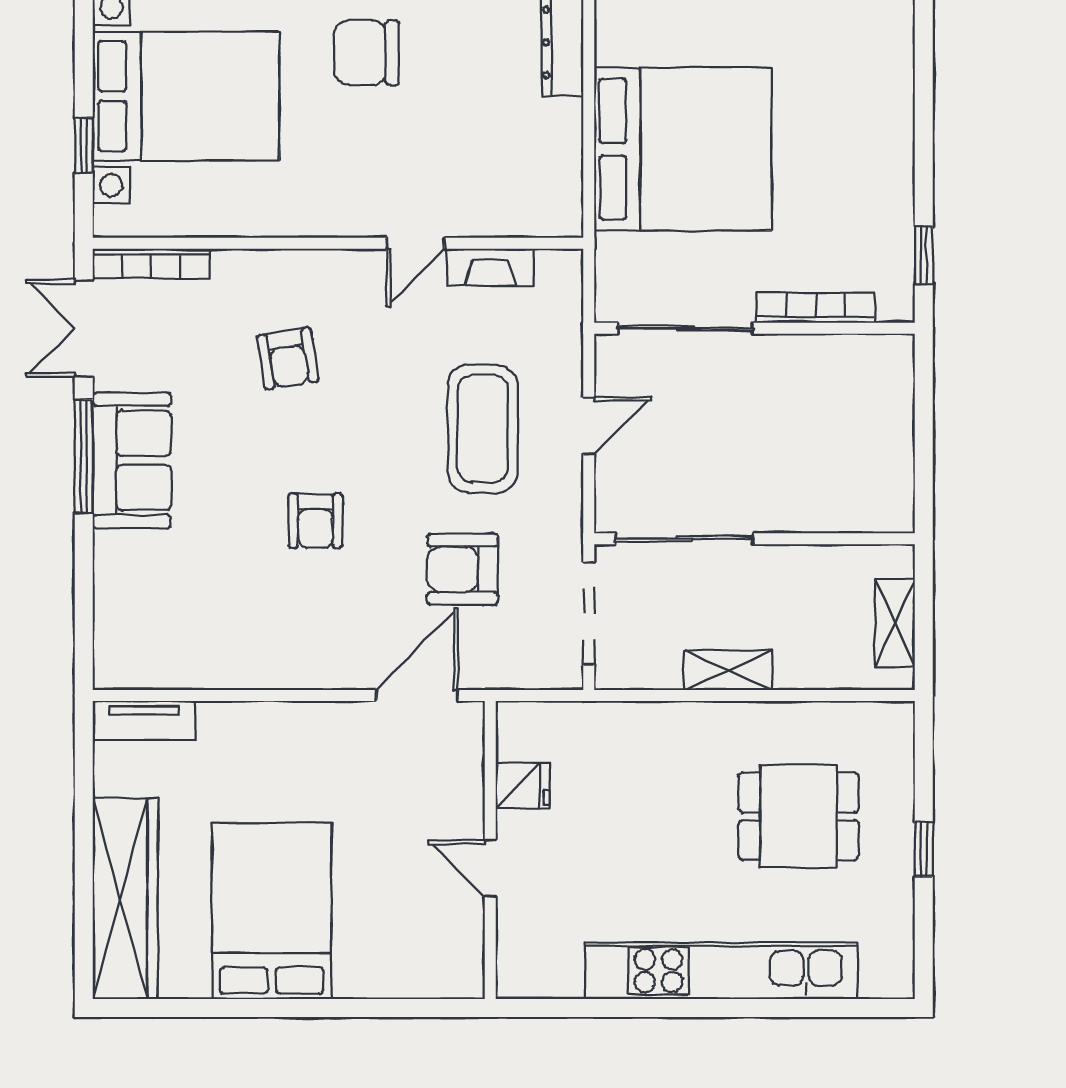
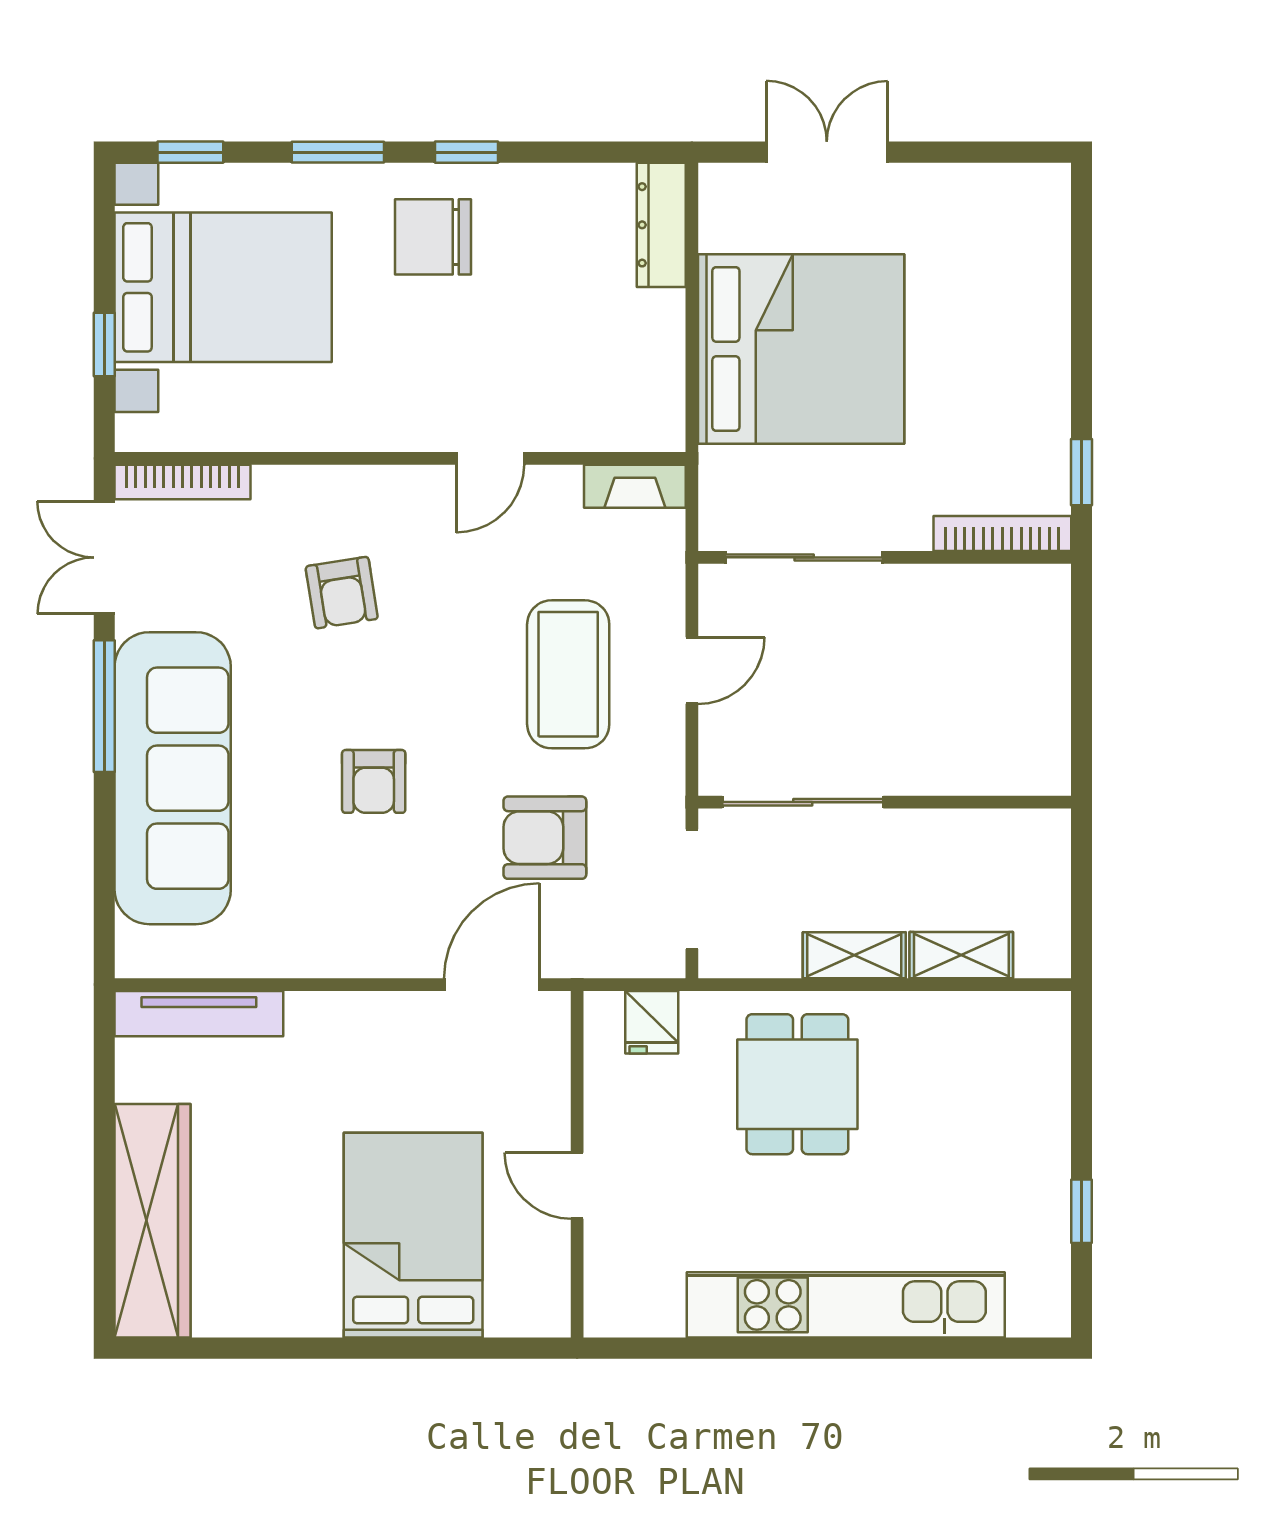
fireplace: (490, 267) -> (635, 486), moved
bookcase: (816, 308) -> (1002, 534), moved
sofa: (132, 460) -> (173, 778), width x1.85, depth x1.27
shelving: (895, 623) -> (961, 955), moved, turned 90
tv unit: (144, 720) -> (199, 1014), width x1.41
fridge: (523, 786) -> (652, 1022), moved, turned 90
dining table: (799, 816) -> (797, 1084), moved, turned 90
window: (924, 849) -> (1081, 1211), moved
bed: (272, 911) -> (413, 1235), moved

